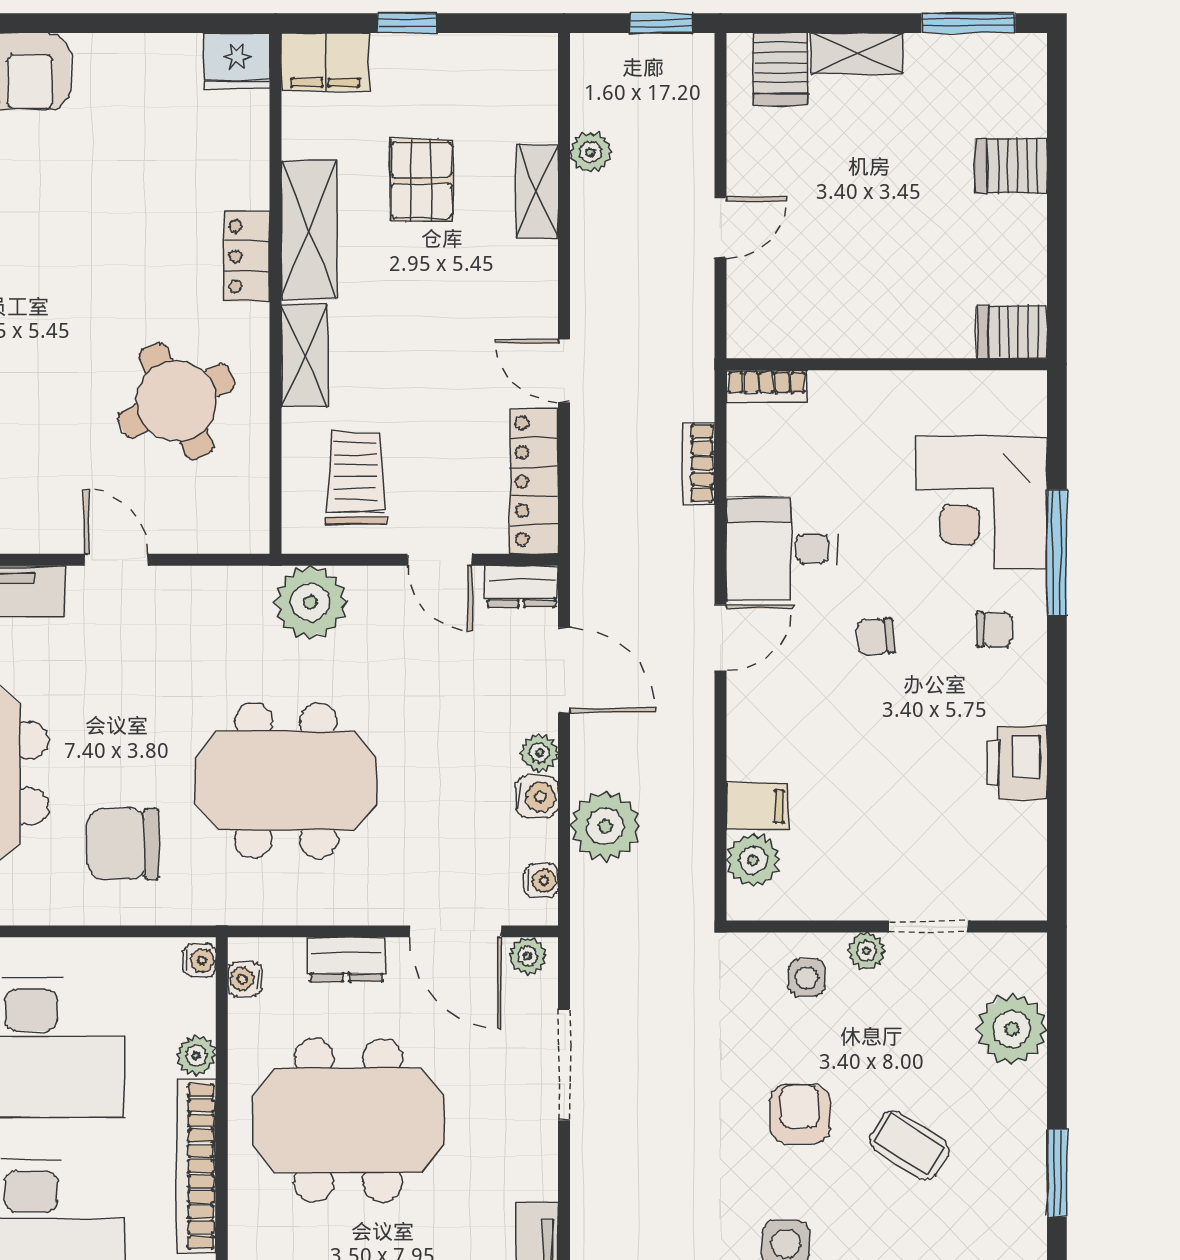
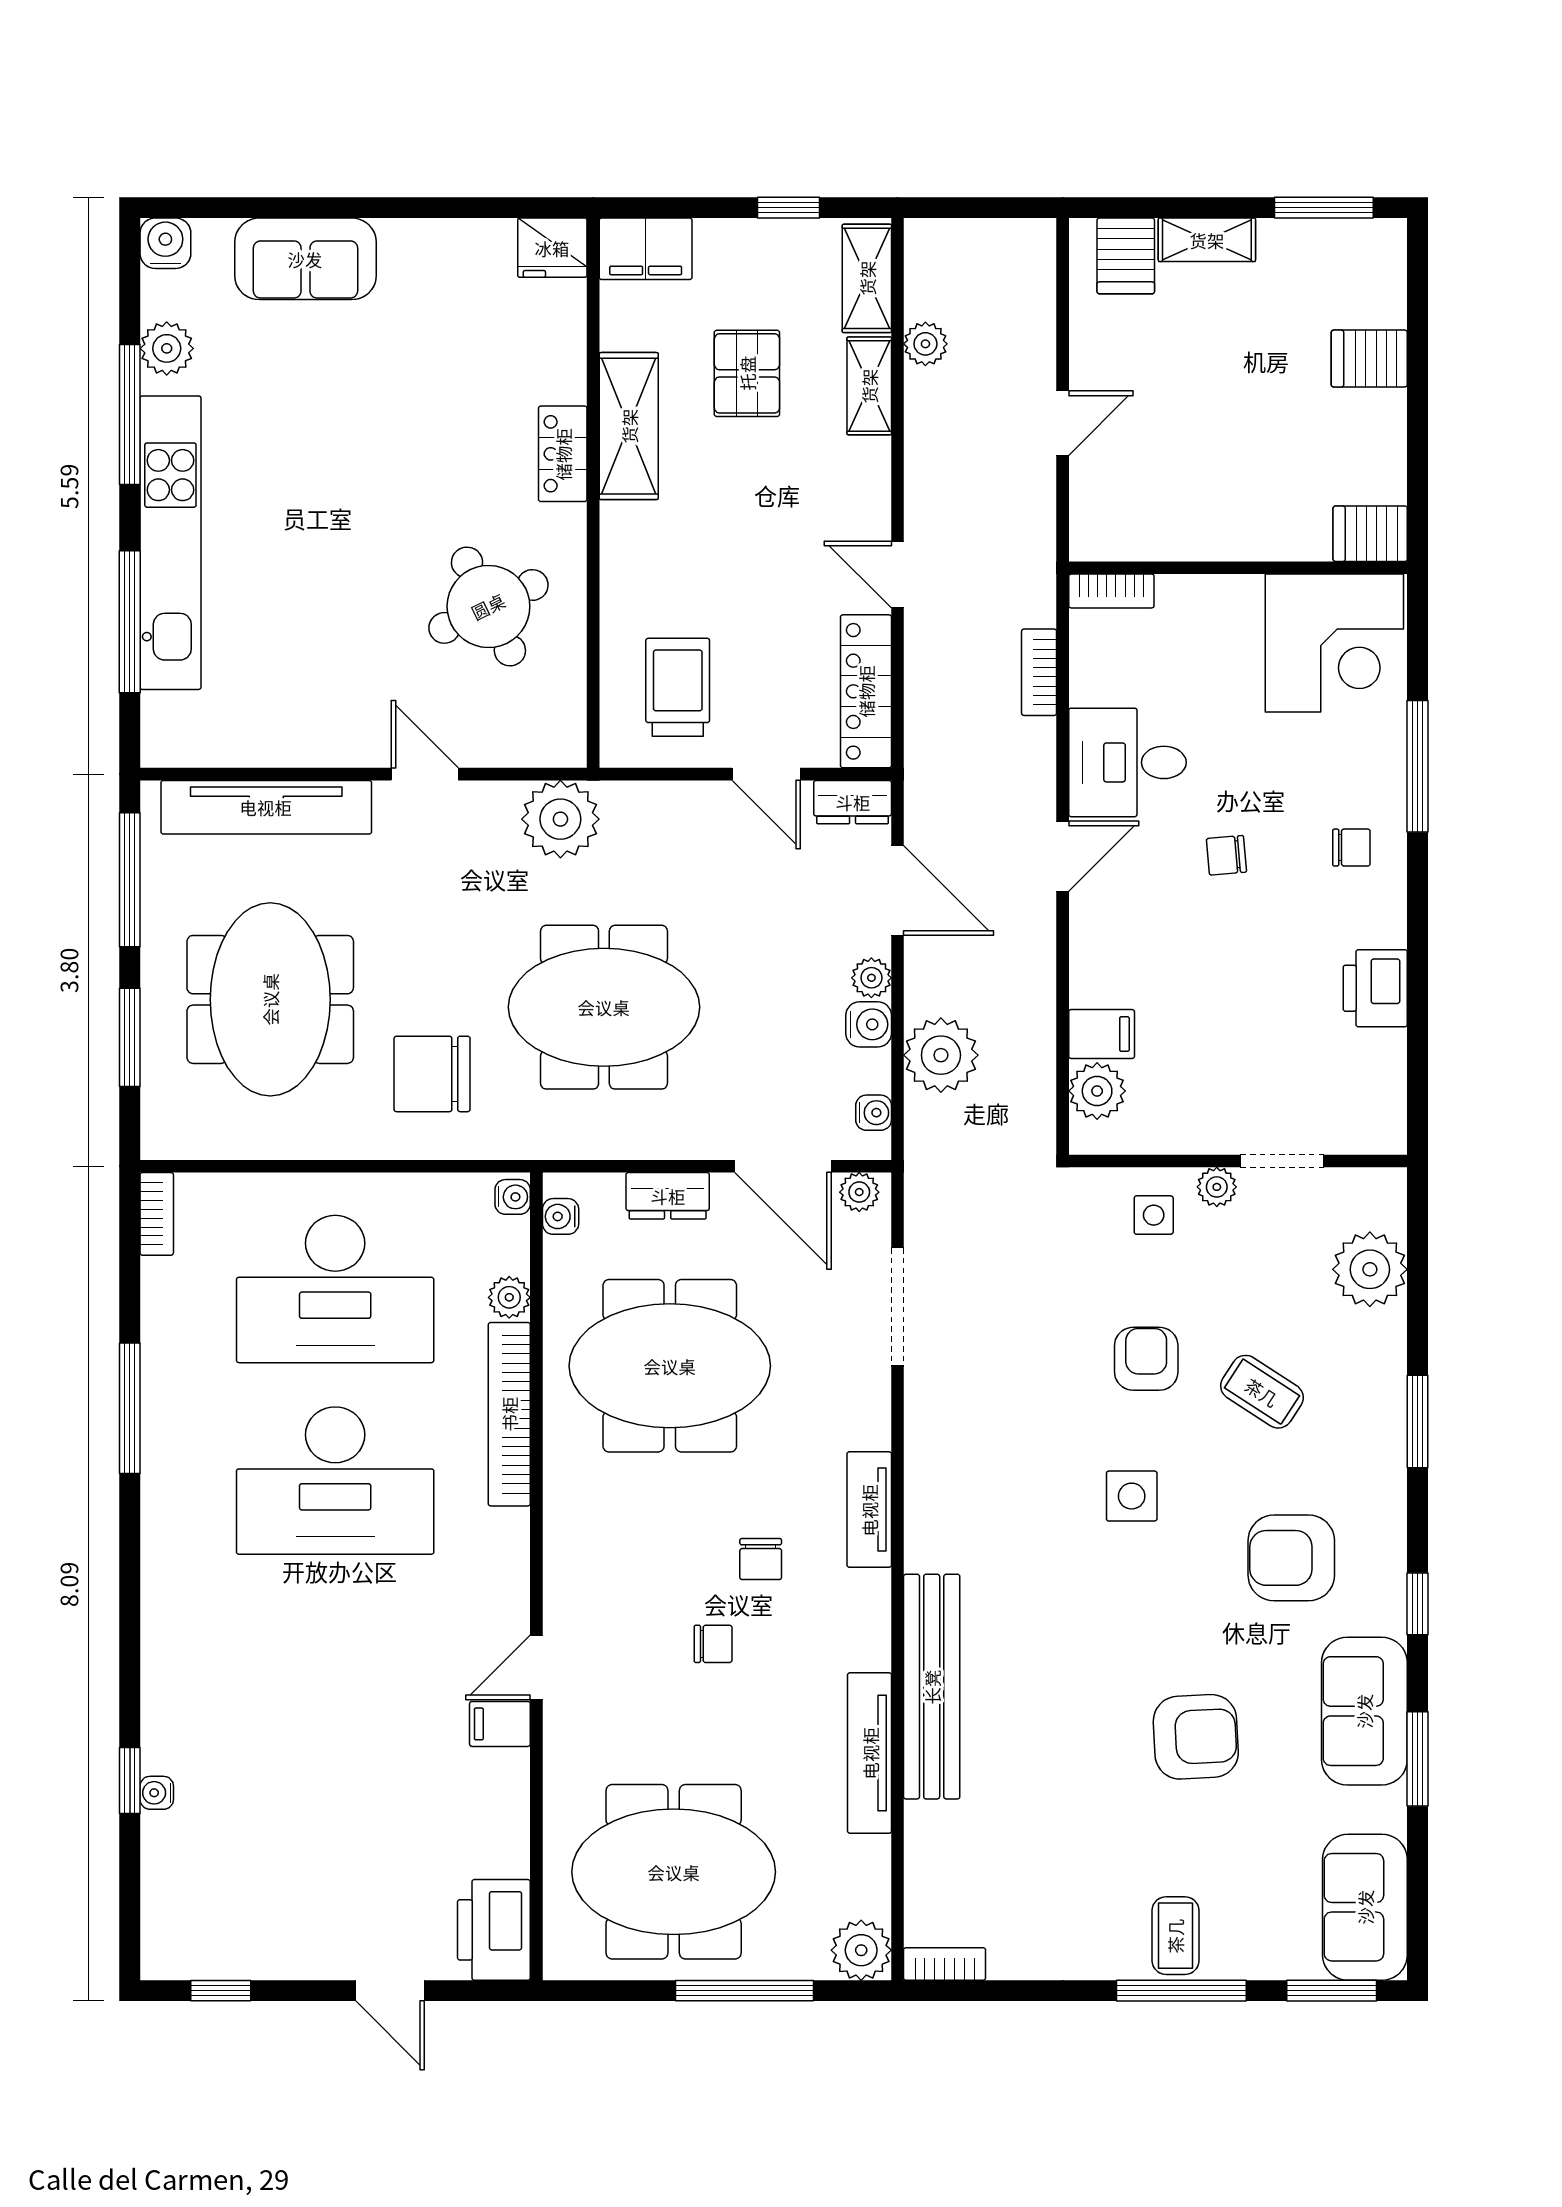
window: (407, 23) -> (788, 208), moved
window: (661, 23) -> (1000, 208), removed
shelving: (305, 355) -> (867, 278), moved
corner desk: (982, 503) -> (1334, 643), moved, turned -90
plant: (310, 602) -> (560, 819), moved

